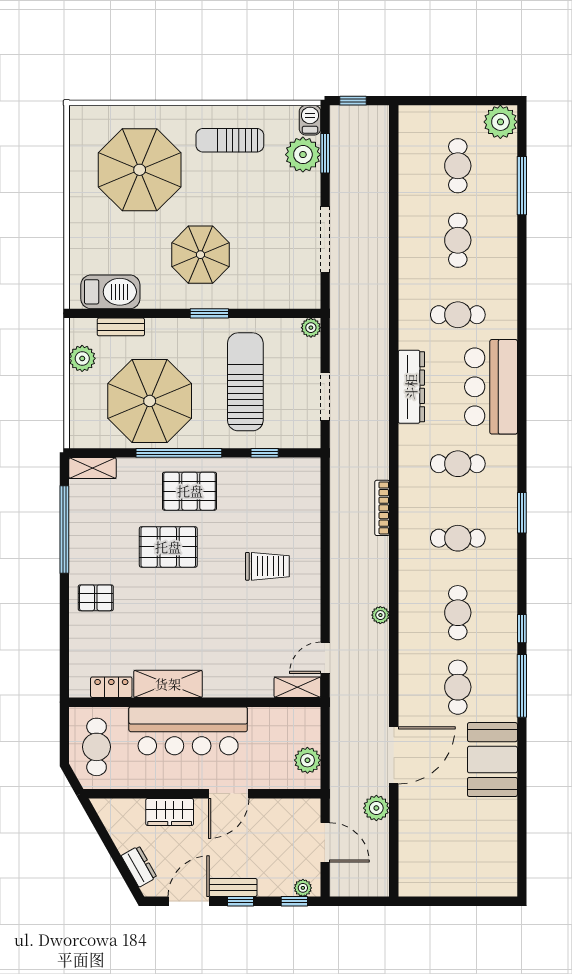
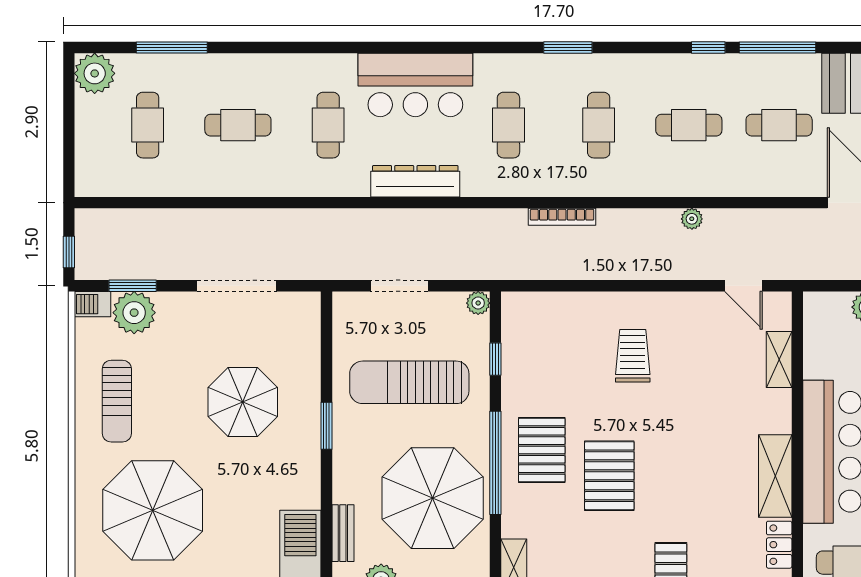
cafe table: (458, 166) -> (148, 125), turned 90
parasol: (200, 255) -> (243, 402), moved
plant: (311, 328) -> (478, 303), moved
doorway: (325, 397) -> (399, 286), moved
shelving: (297, 687) -> (779, 359), moved

